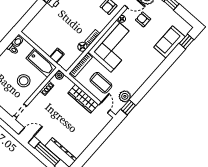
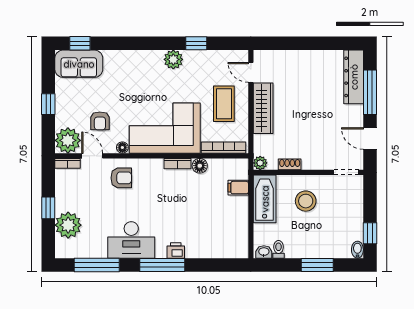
sofa: (169, 42) -> (79, 64), moved
plant: (125, 96) -> (173, 59), moved
window: (128, 107) -> (196, 43), moved
door: (104, 108) -> (251, 72), hinge flipped

